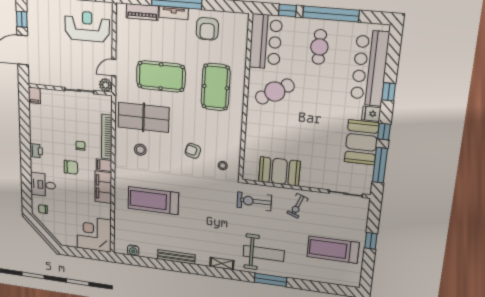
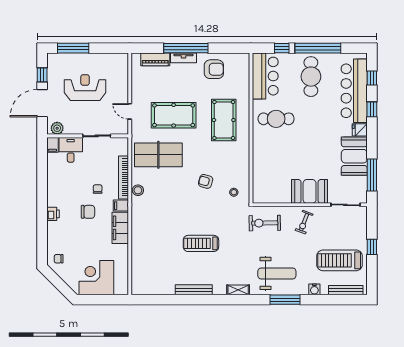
reception desk: (87, 26) -> (85, 88), moved
armchair: (207, 29) -> (214, 69), turned -90
cafe table: (319, 47) -> (311, 77), width x1.37, depth x1.35
door: (114, 68) -> (130, 111), hinge flipped
plant: (106, 85) -> (57, 128), moved
cafe table: (275, 92) -> (276, 119), turned 31
window: (384, 132) -> (372, 78), moved
stool: (140, 150) -> (138, 190), moved
printer: (36, 151) -> (53, 214), moved
booth: (279, 171) -> (310, 191), moved
desk: (43, 185) -> (71, 150), moved, turned 90
treadmill: (153, 201) -> (201, 243), moved, width x0.73, depth x0.73
corner desk: (94, 234) -> (96, 278), moved
water cooler: (133, 250) -> (314, 289), moved
bench: (337, 280) -> (346, 290), added

